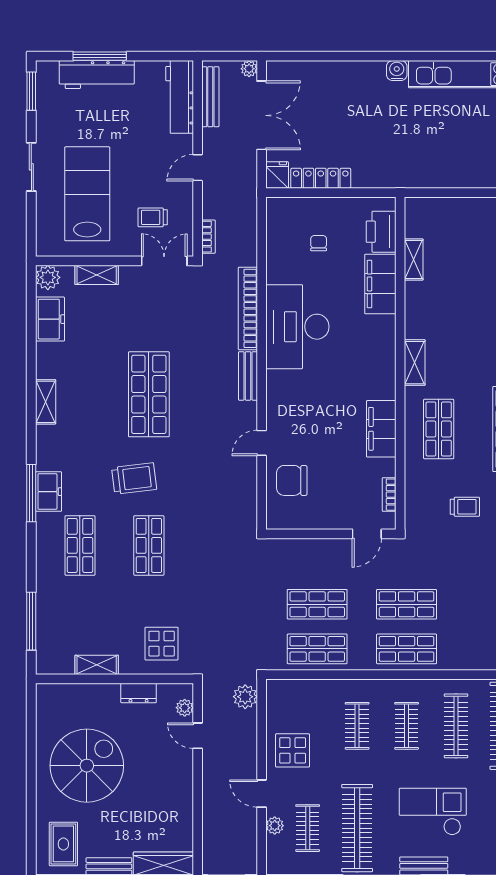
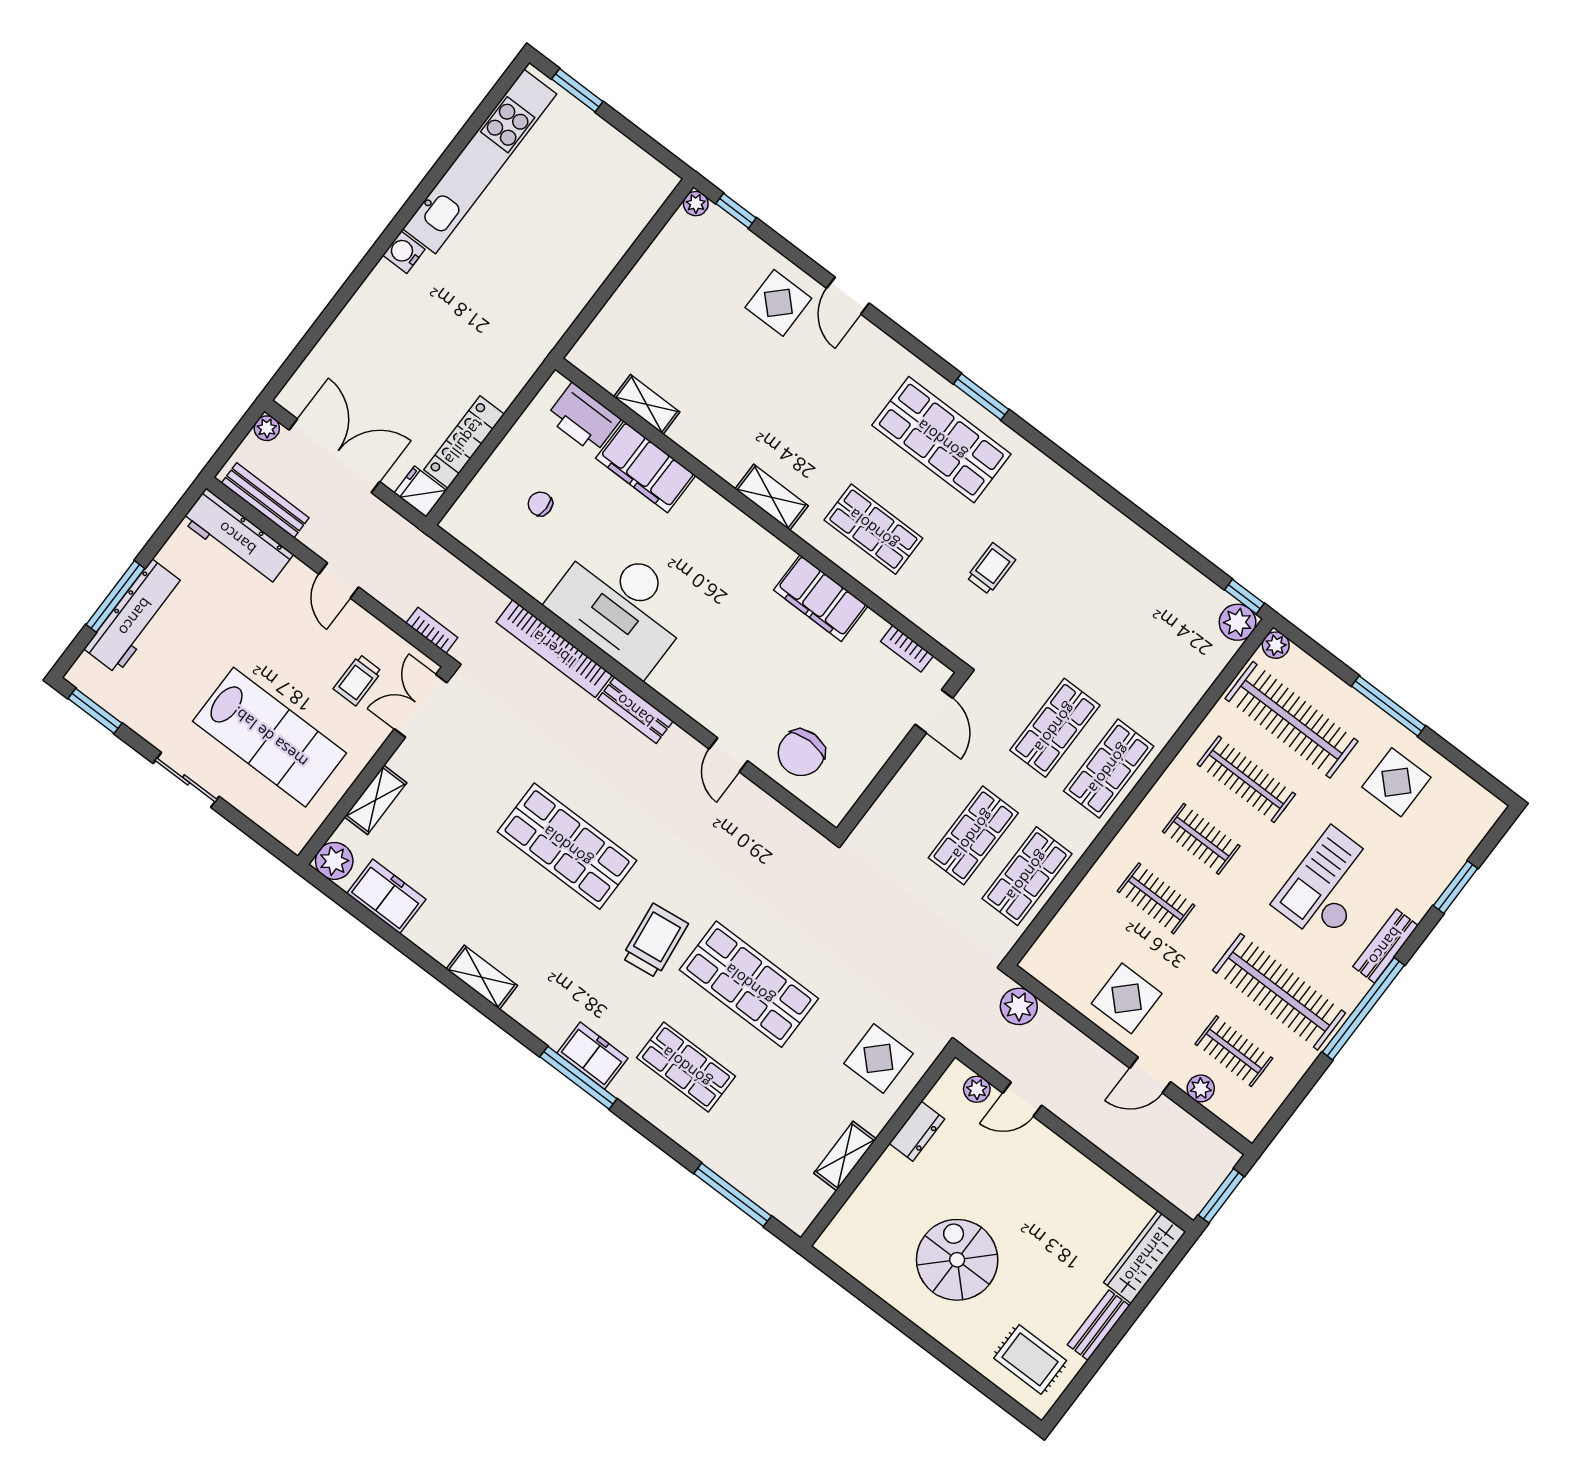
lab bench: (87, 194) -> (270, 737), turned 180
shop shelf: (149, 545) -> (749, 984), width x1.43, depth x1.36
spiral stairs: (87, 766) -> (957, 1260), width x0.73, depth x0.73

